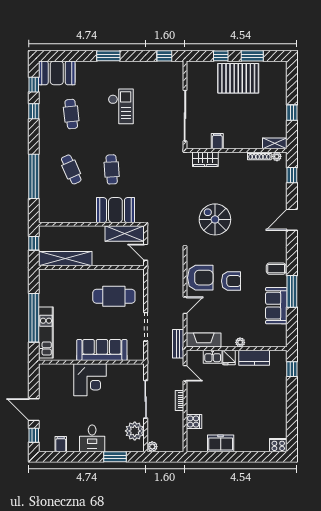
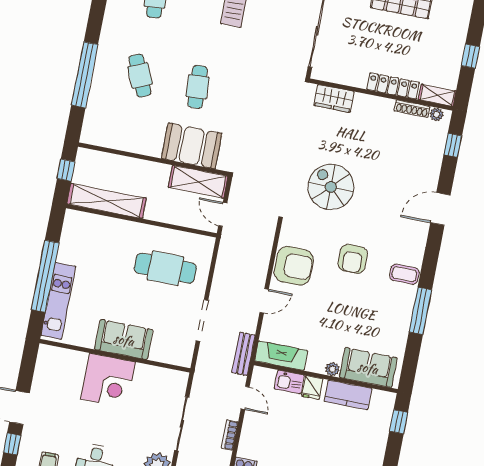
filing cabinet: (217, 141) -> (356, 76), removed
locker: (244, 143) -> (393, 86), added
armchair: (231, 281) -> (353, 259), moved, turned 90
sofa: (276, 306) -> (368, 368), moved, turned 90
sofa: (102, 350) -> (124, 340), width x0.73

